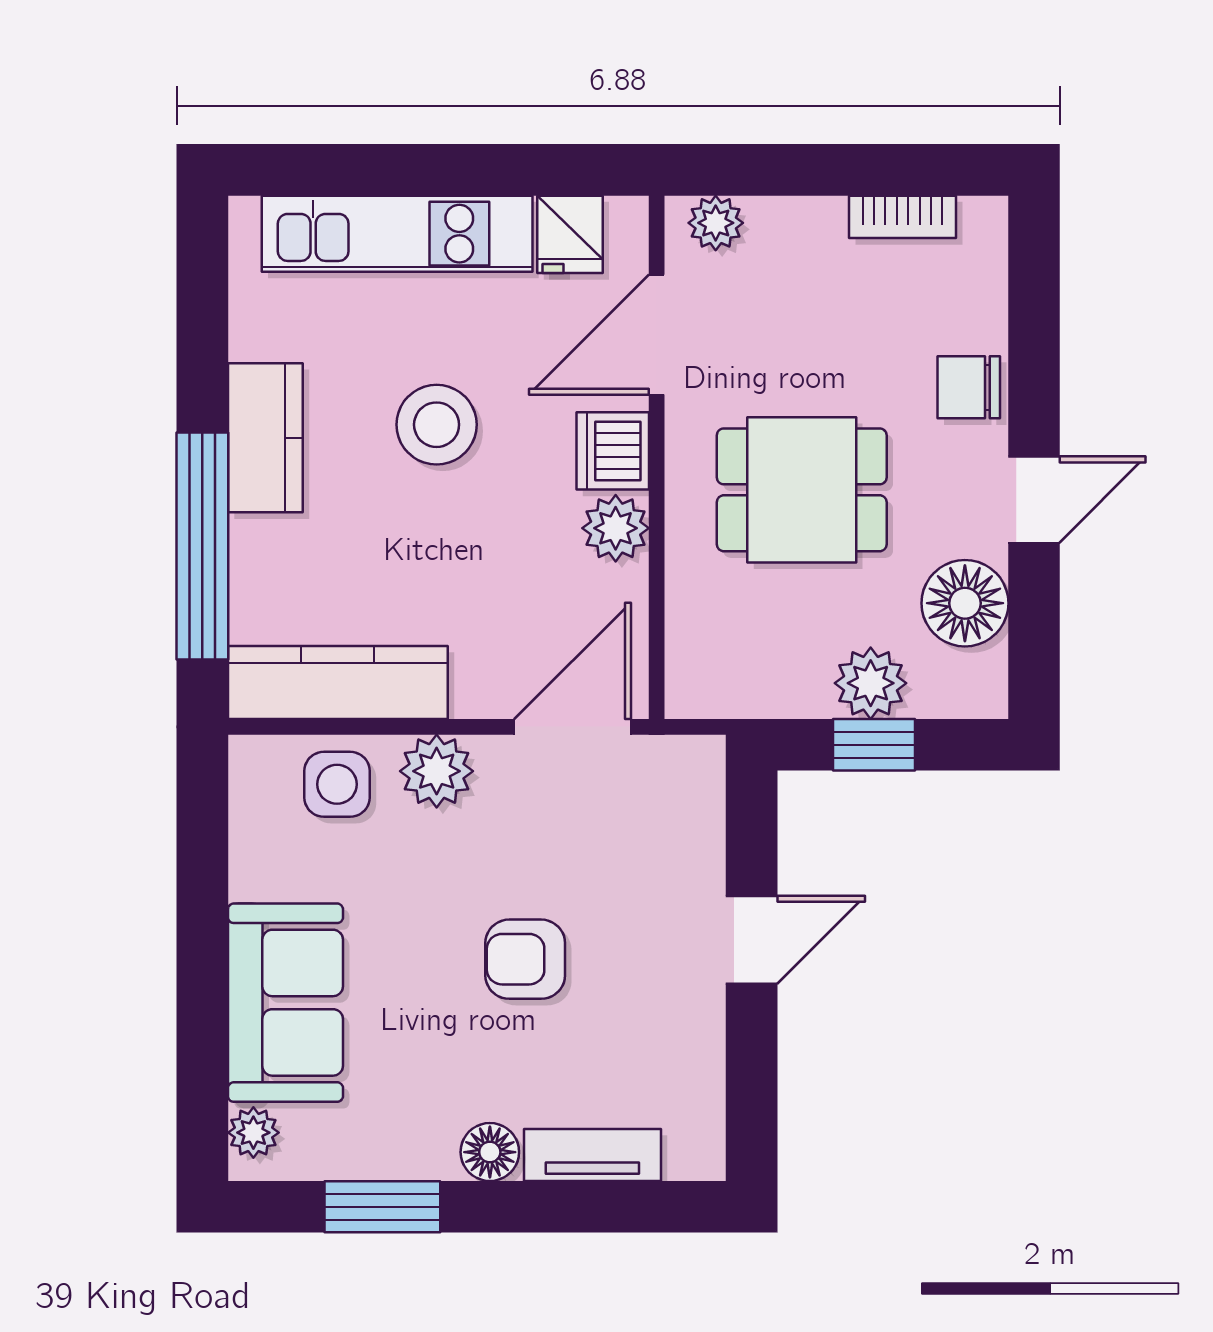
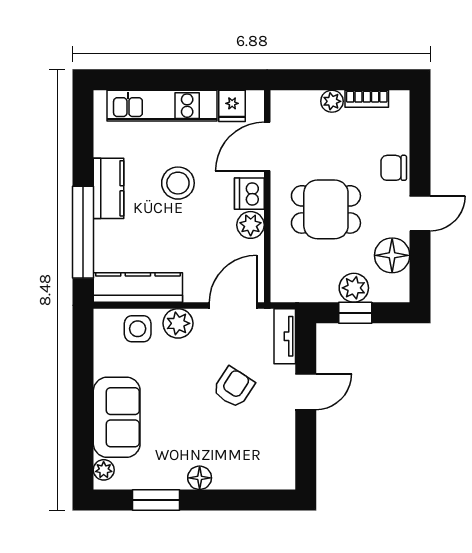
plant: (716, 223) -> (332, 101), moved
armchair: (525, 959) -> (234, 387), moved, turned 123
tv unit: (592, 1155) -> (285, 336), moved, turned -90

